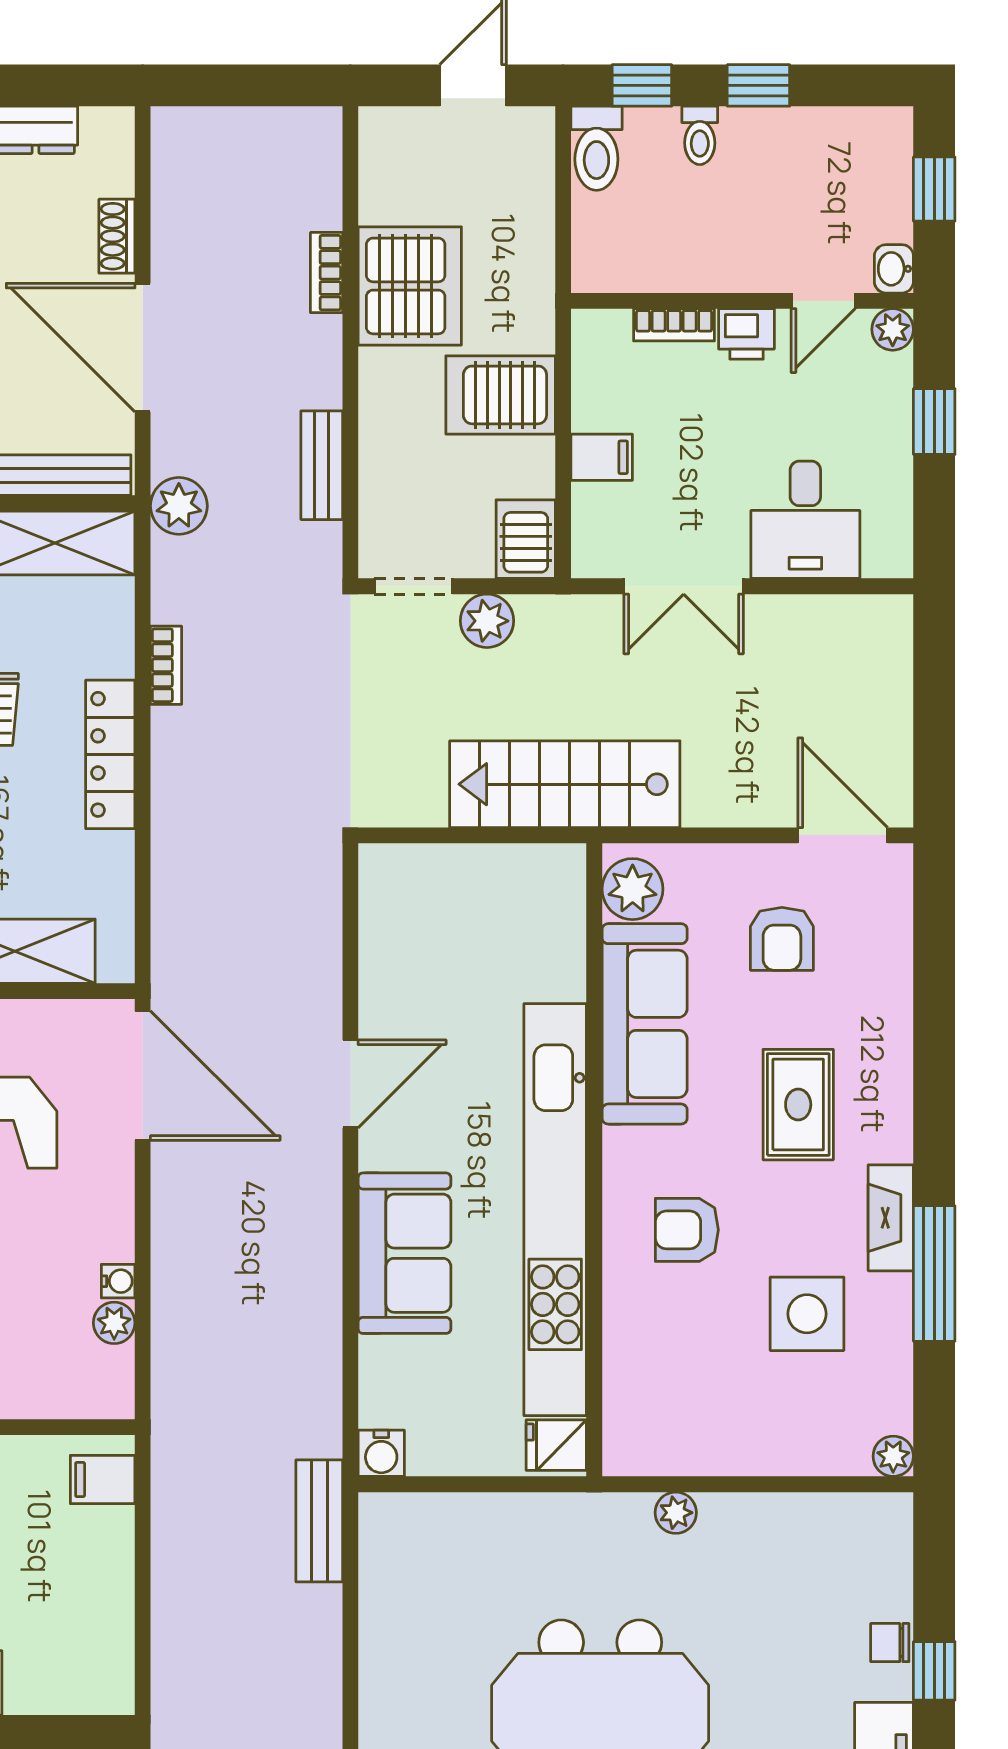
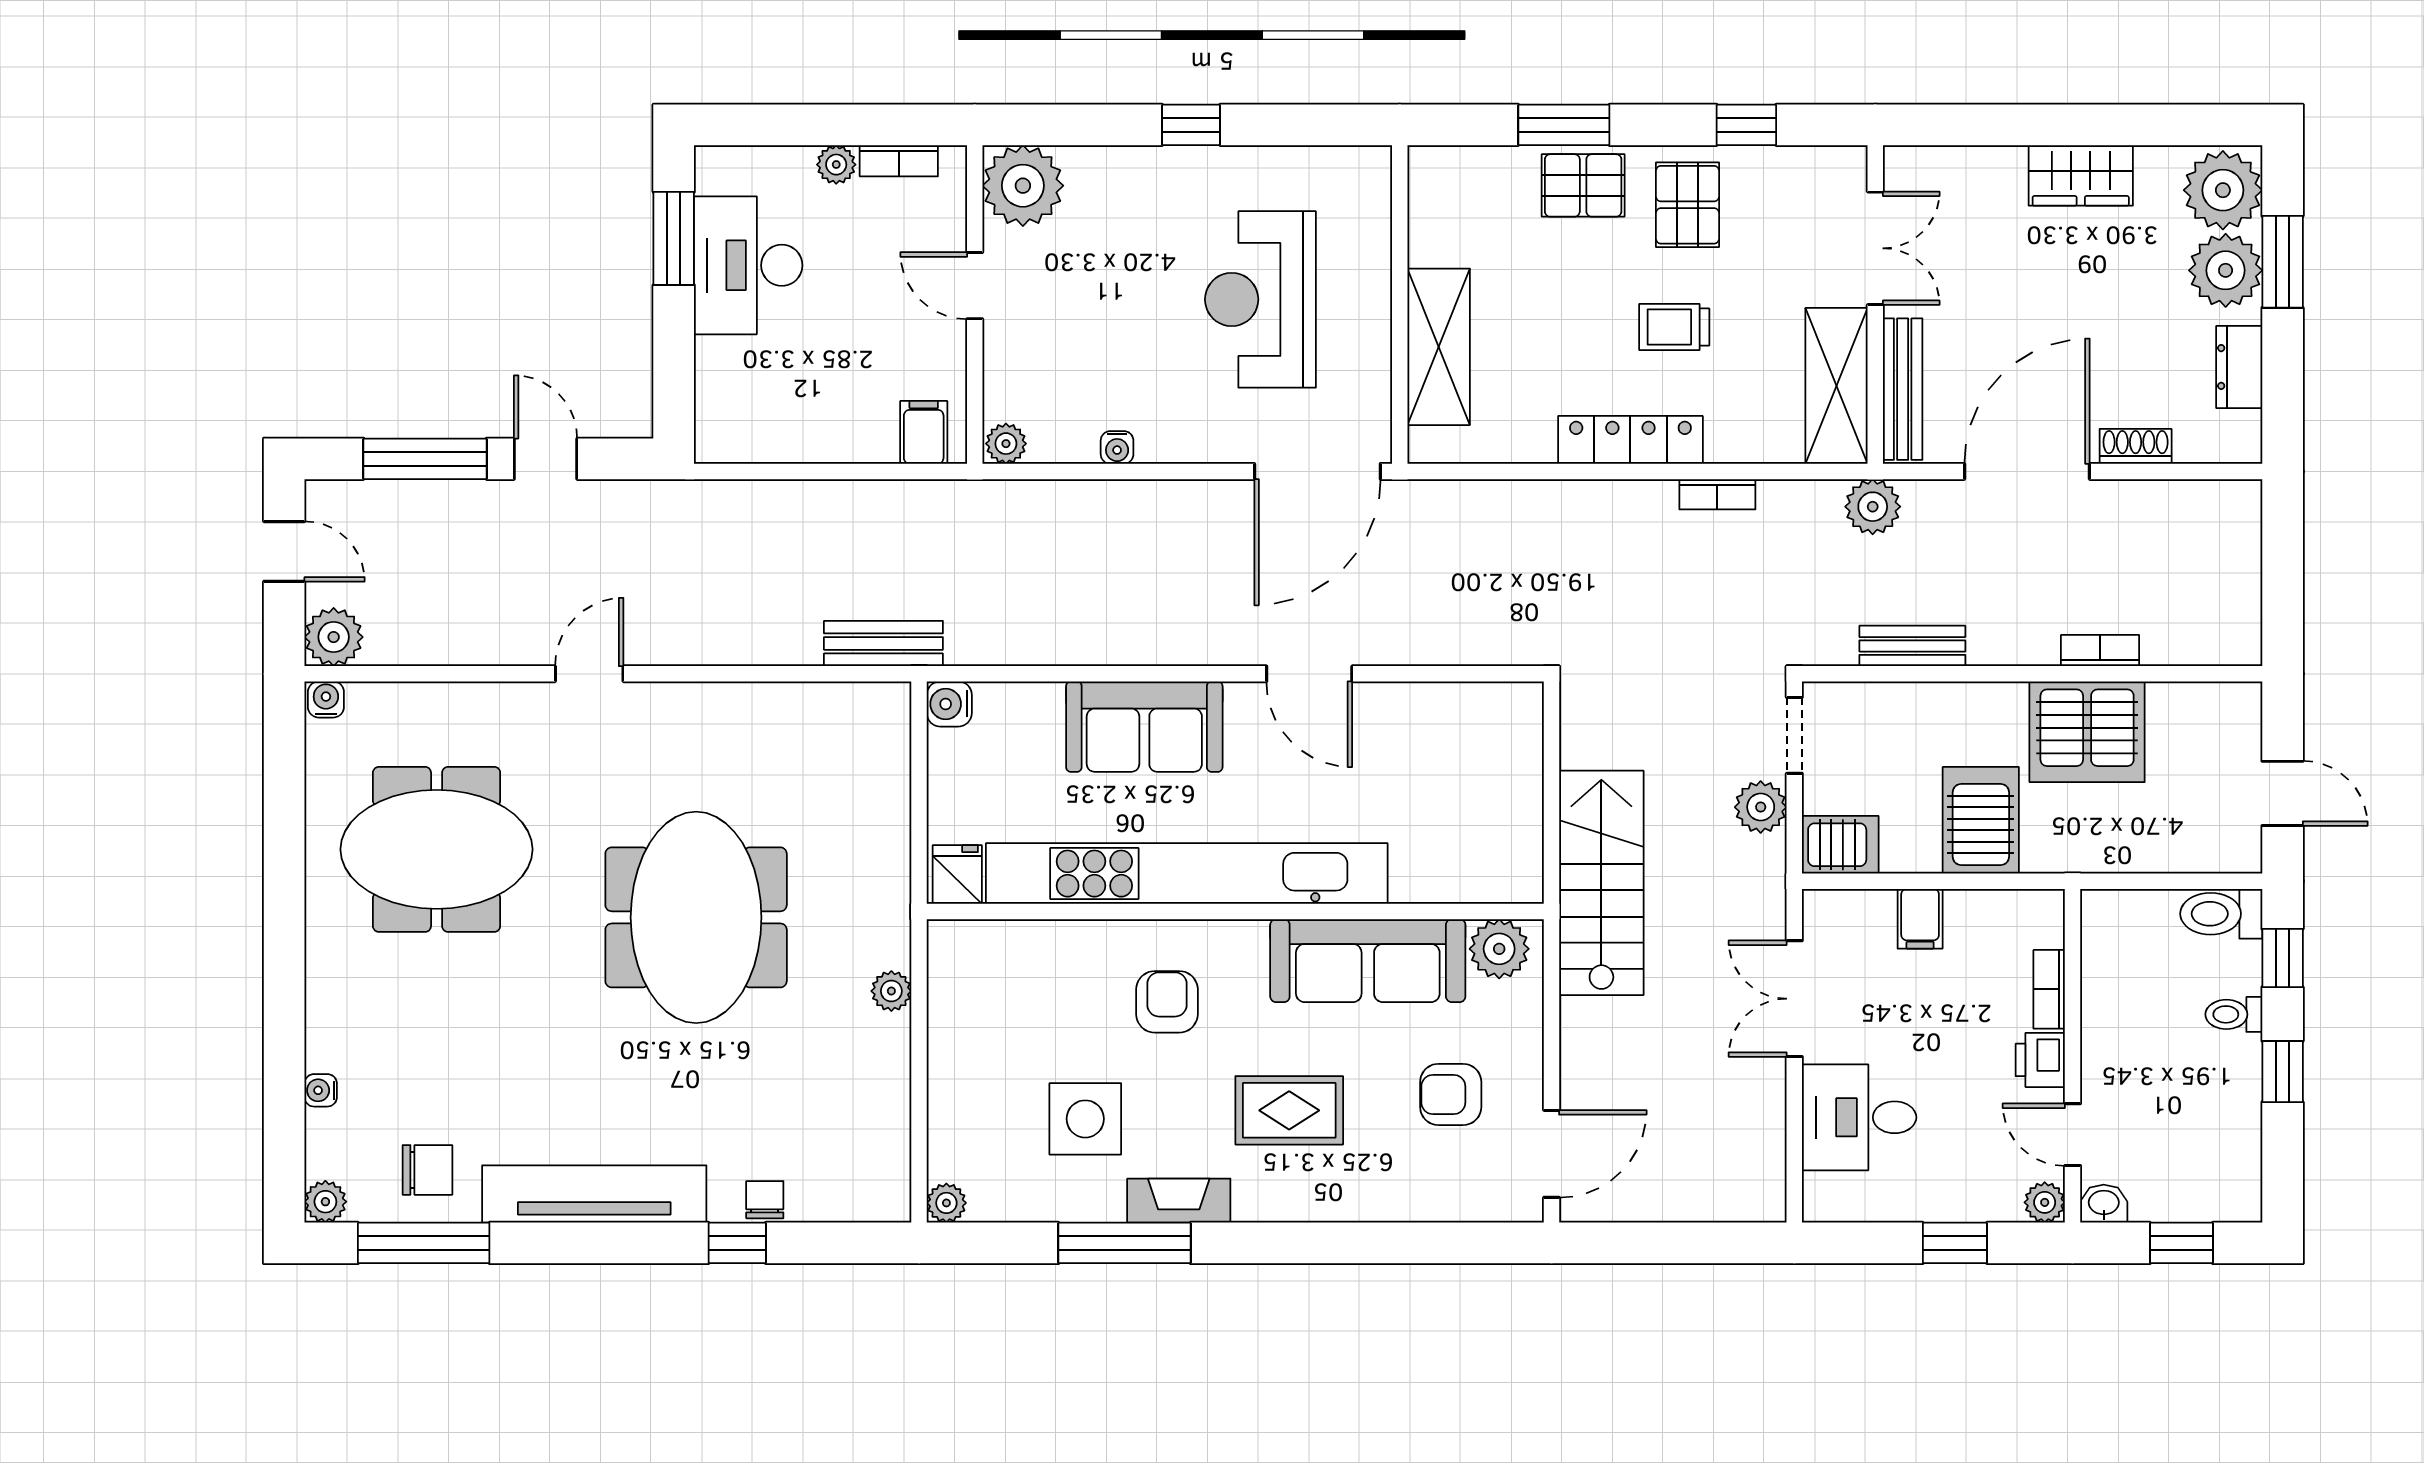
plant: (114, 1323) -> (1006, 444), moved

